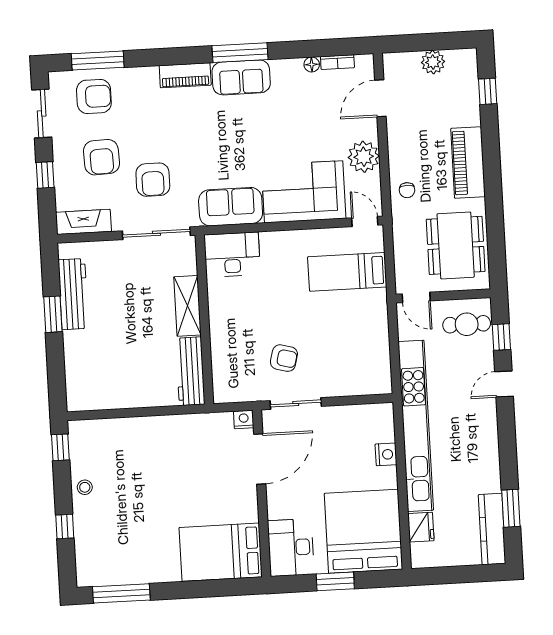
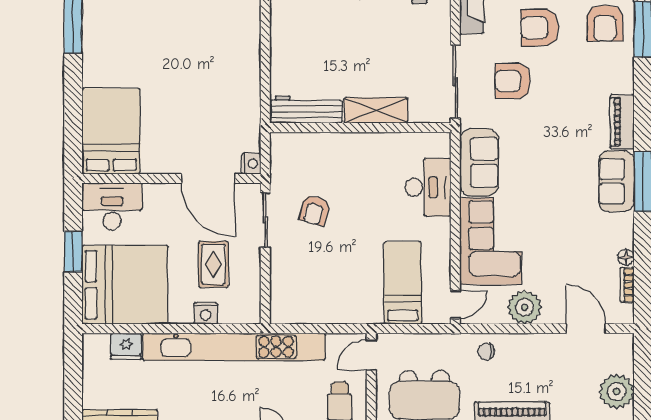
plant: (433, 62) -> (617, 392), width x1.36, depth x1.36
desk: (232, 255) -> (428, 187), moved
rug: (340, 450) -> (213, 264), added

